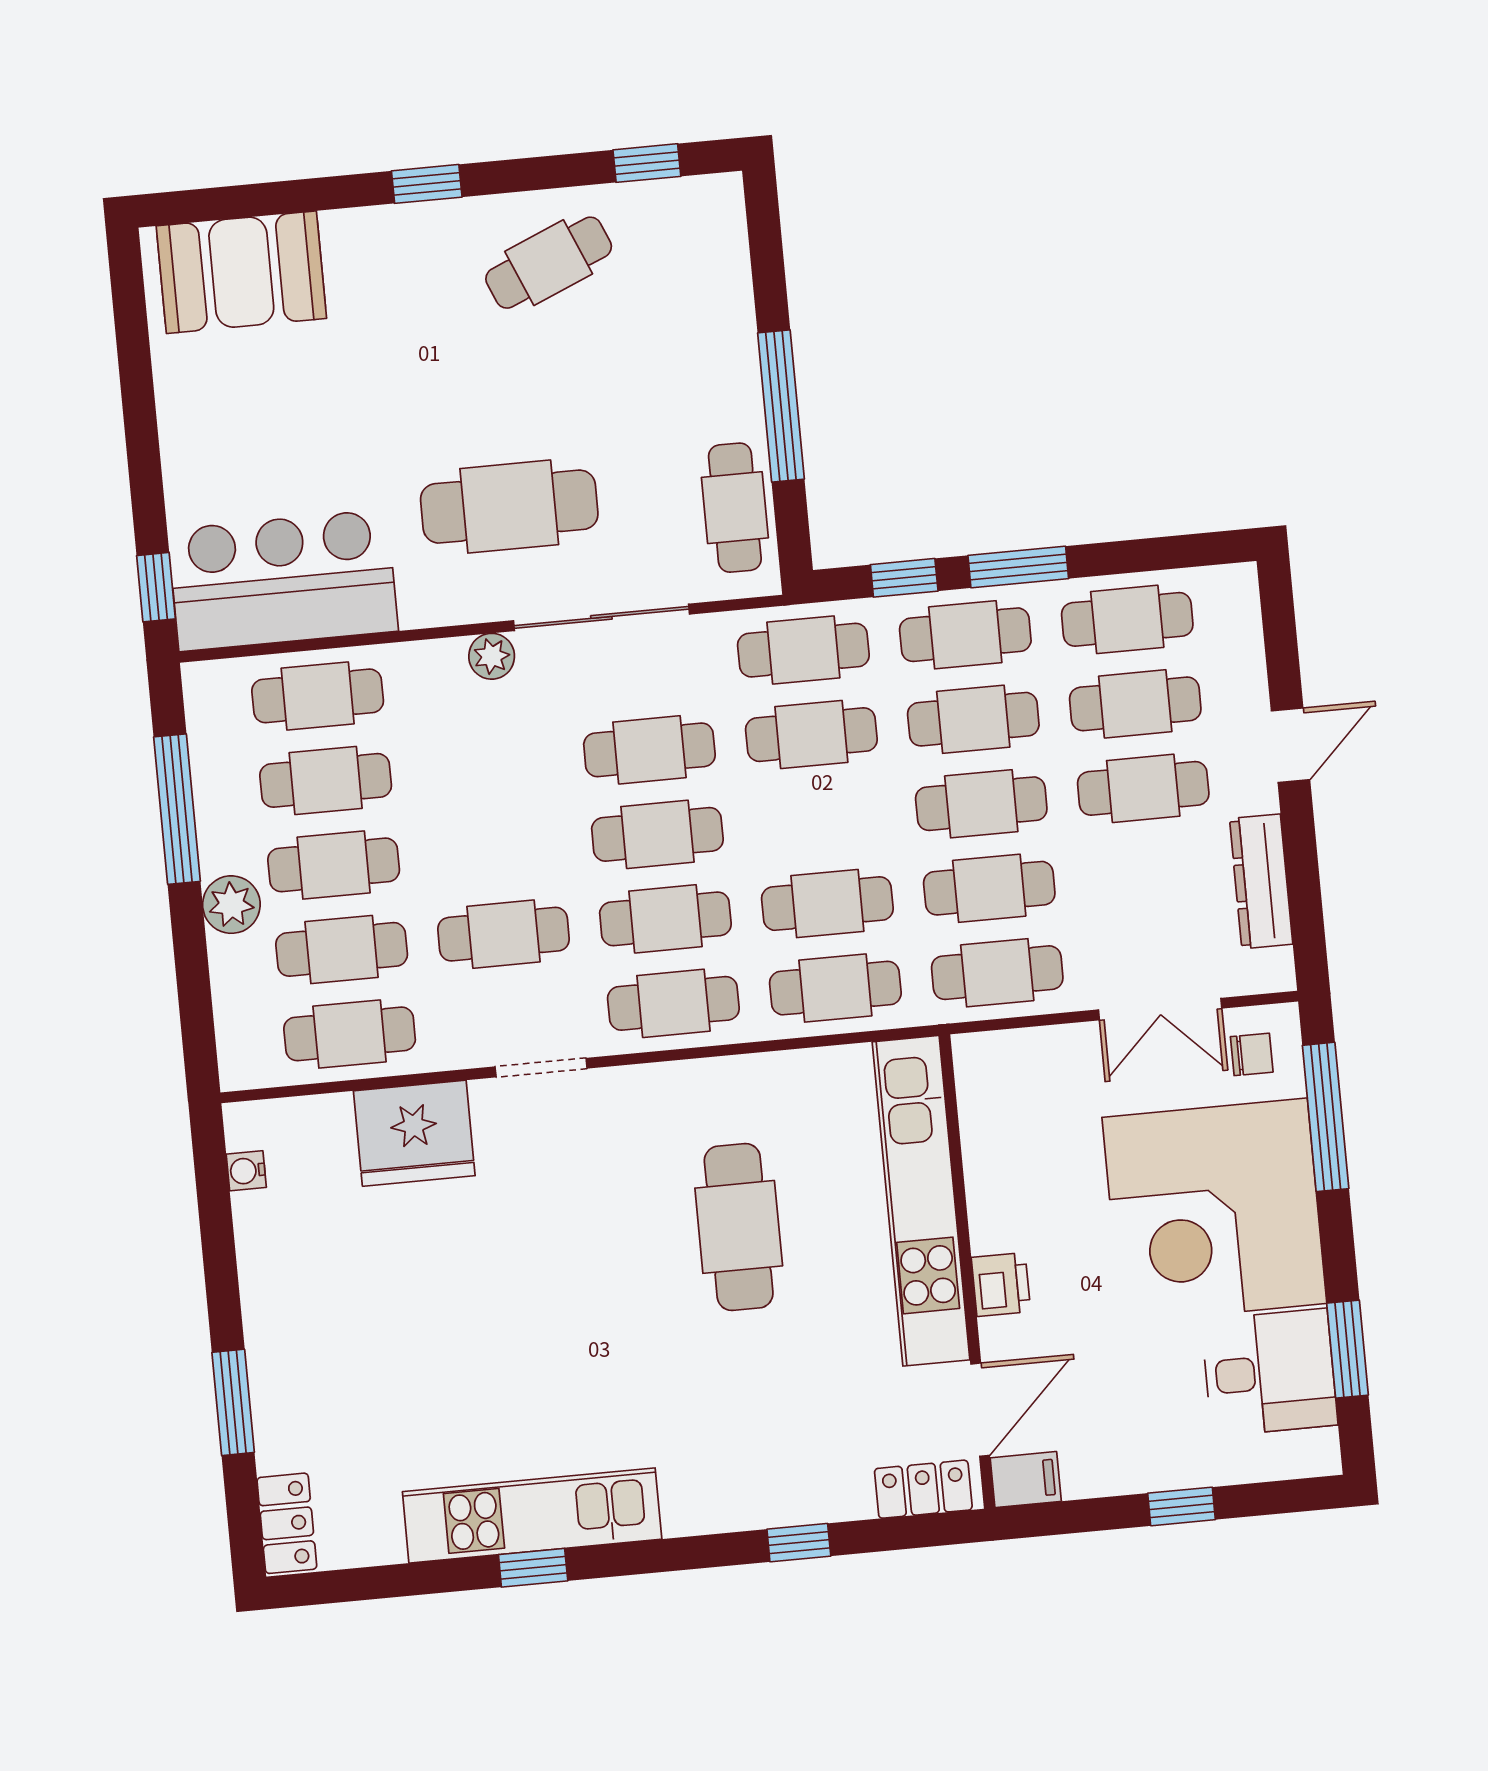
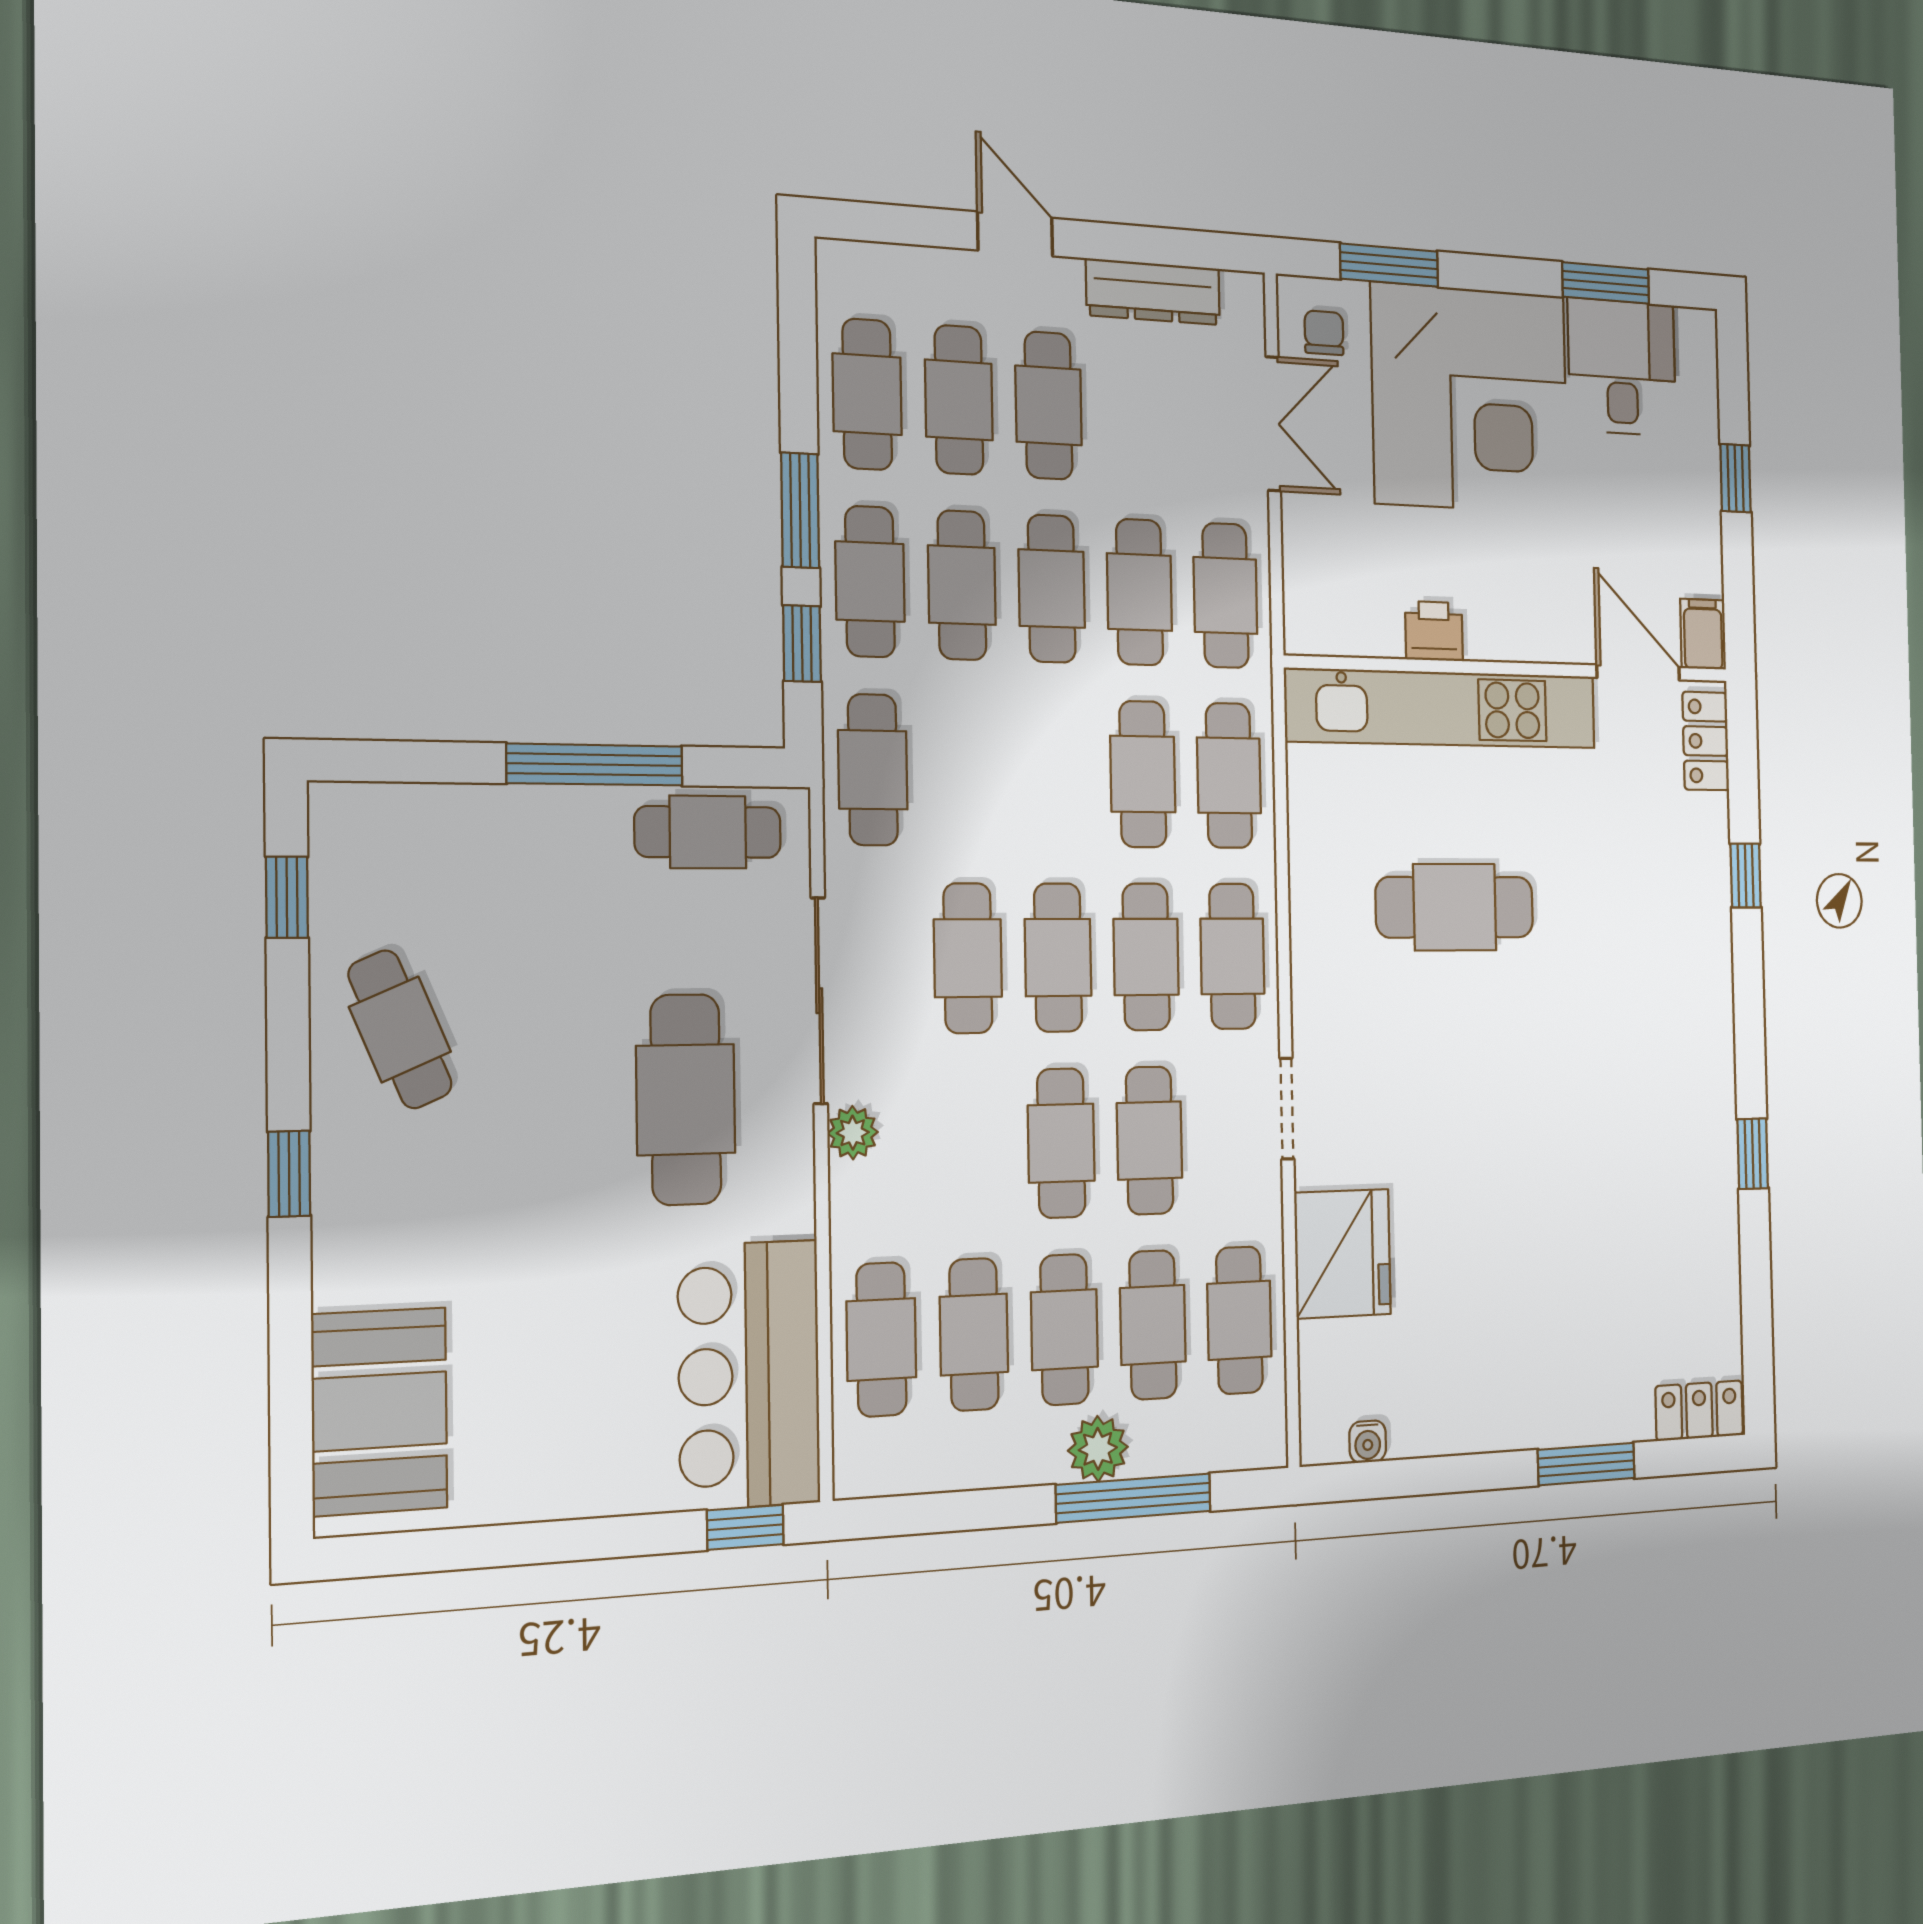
cafe table: (811, 735) -> (1061, 1143), moved
window: (177, 809) -> (1133, 1498), moved
window: (1326, 1117) -> (1389, 265), width x0.69
printer: (1001, 1284) -> (1434, 631), moved
kitchen unit: (532, 1515) -> (1706, 1151), removed

